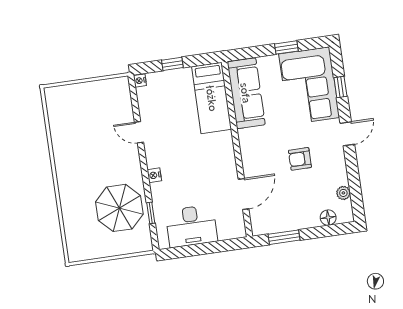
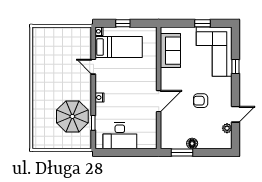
window: (340, 87) -> (235, 67), moved
sofa: (246, 93) -> (170, 51), width x0.73
bed: (212, 98) -> (119, 47), moved, turned -90
door: (347, 134) -> (235, 114), moved
door: (243, 194) -> (159, 101), moved
floor lamp: (328, 218) -> (192, 144), moved

